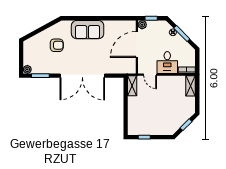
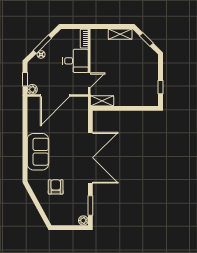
door: (137, 44) -> (55, 96), hinge flipped
shelving: (191, 86) -> (120, 34), moved

